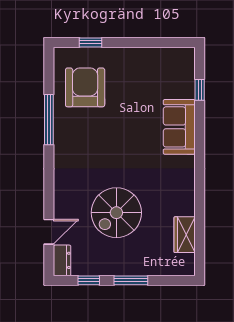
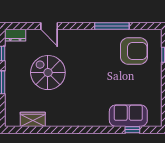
sofa: (179, 127) -> (128, 116), moved
door: (49, 232) -> (49, 26), moved

